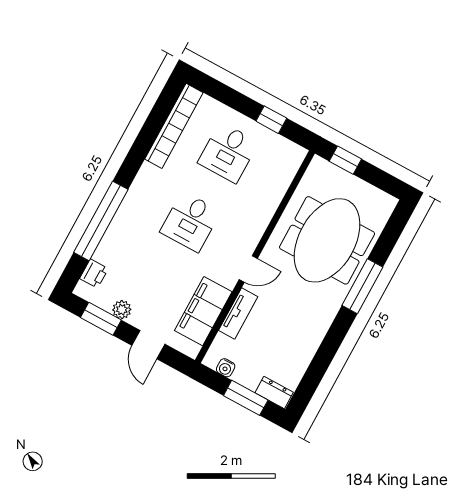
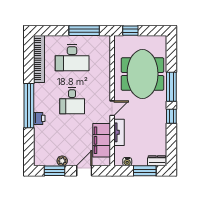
window: (271, 120) -> (84, 31), width x2.17
desk: (228, 153) -> (72, 58), width x1.37
window: (101, 221) -> (29, 106), moved
printer: (94, 274) -> (39, 118), moved
window: (336, 334) -> (171, 116), added
door: (148, 345) -> (84, 171), swing flipped

